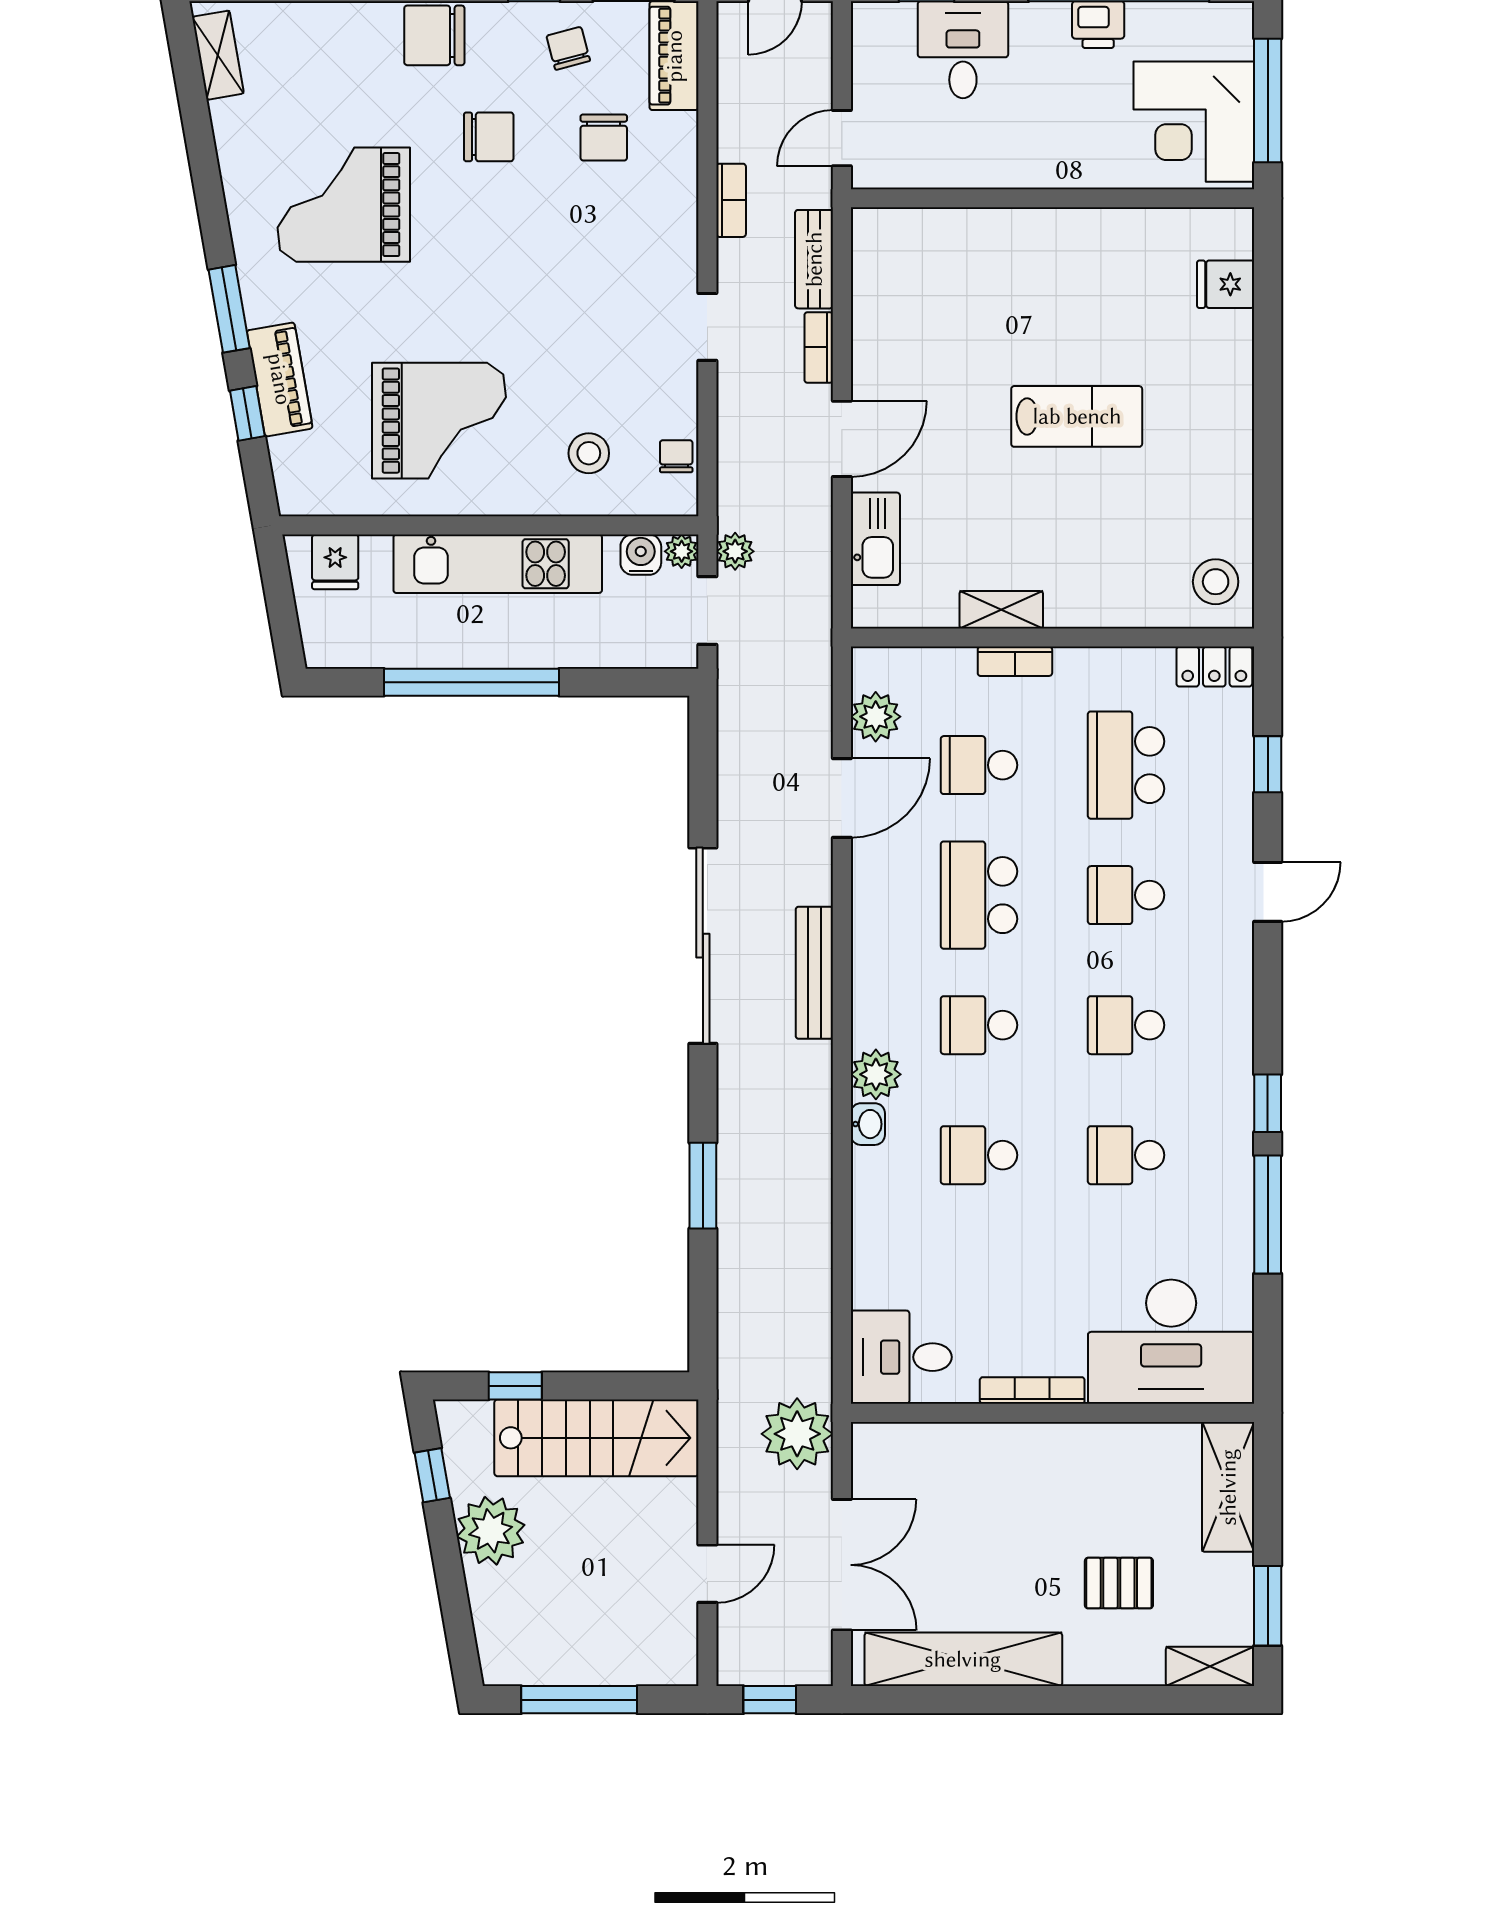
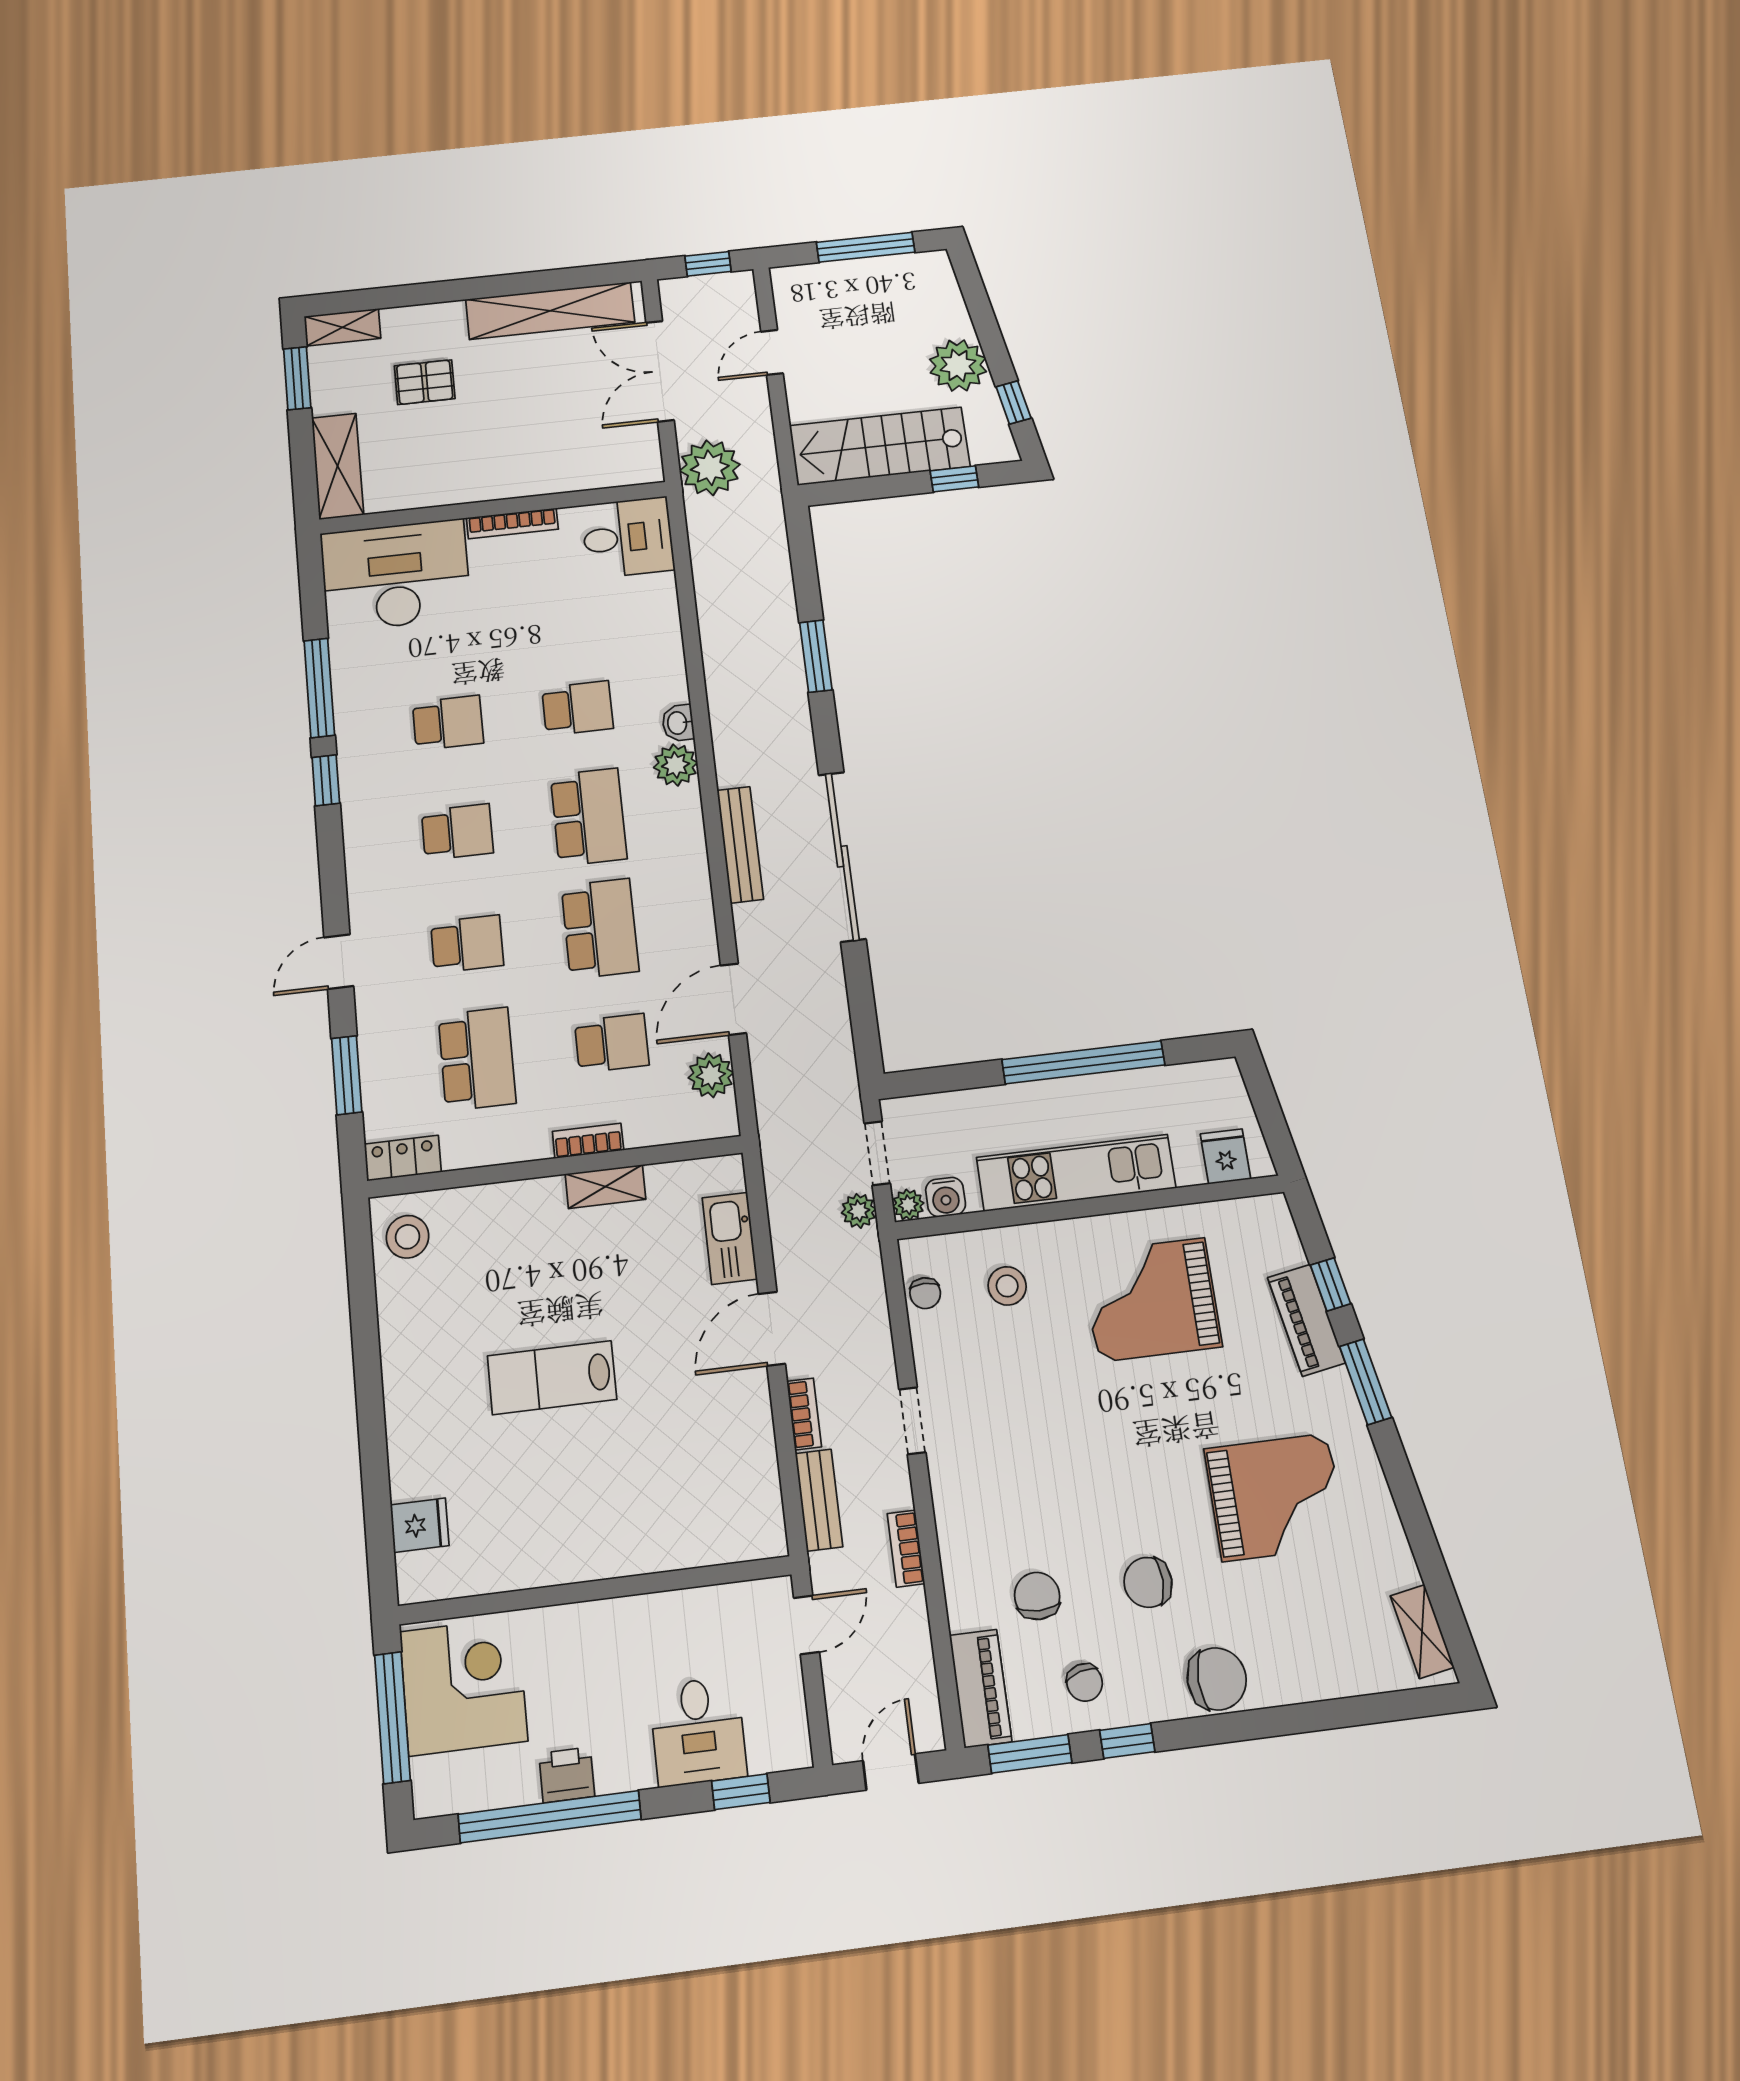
window: (1268, 764) -> (347, 1075), width x1.50
school desk: (979, 1025) -> (589, 817), width x1.85

